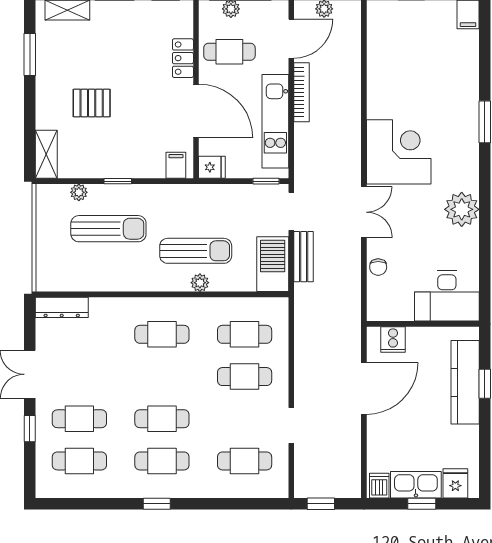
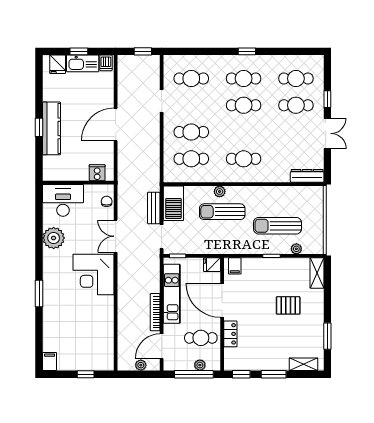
desk: (447, 296) -> (63, 200), moved
wall: (423, 324) -> (78, 183), moved
cooker: (393, 340) -> (97, 173), moved

